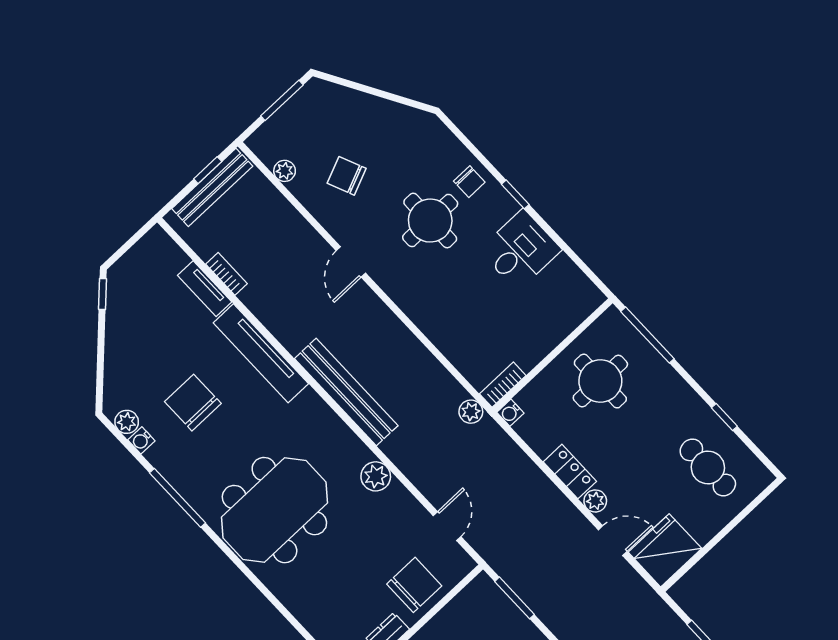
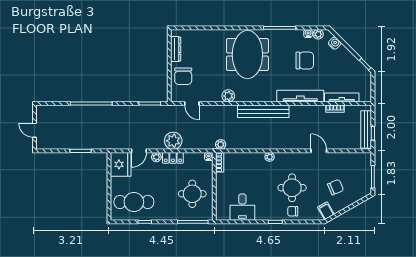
filing cabinet: (415, 126) -> (326, 211), added
plant: (285, 171) -> (270, 157), moved
chair: (347, 176) -> (336, 187), moved
desk: (520, 250) -> (242, 207), moved
door: (351, 262) -> (319, 151), moved
tv unit: (205, 289) -> (342, 98), width x1.41
water cooler: (115, 380) -> (335, 43), added
cafe table: (708, 467) -> (134, 202), width x1.37, depth x1.35
plant: (540, 499) -> (173, 141), added

